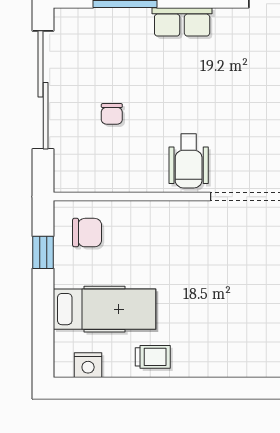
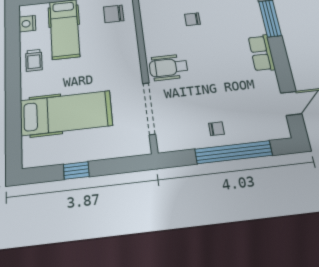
chair: (87, 233) -> (114, 14), turned 90
hospital bed: (242, 314) -> (66, 113), added

